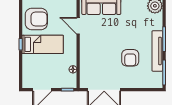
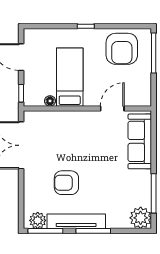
bed: (43, 44) -> (70, 77), moved, turned 180
plant: (157, 78) -> (38, 220), added

